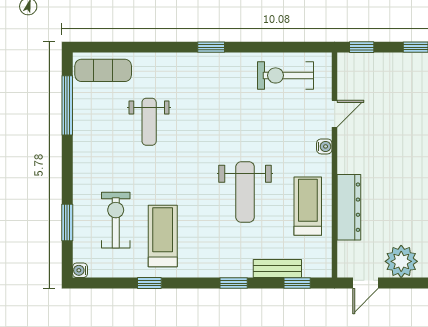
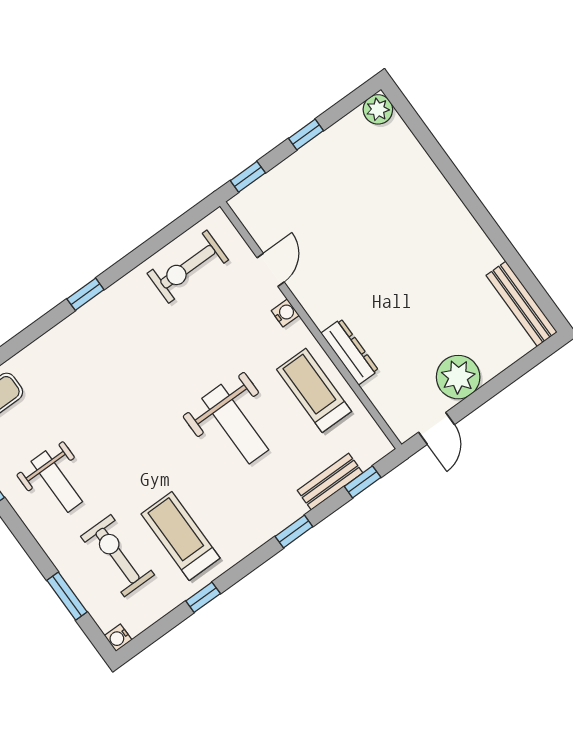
weight bench: (149, 122) -> (57, 482), moved
dresser: (349, 207) -> (350, 352), width x0.73, depth x0.80

